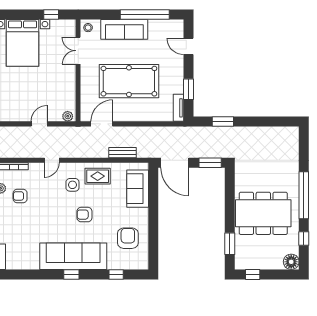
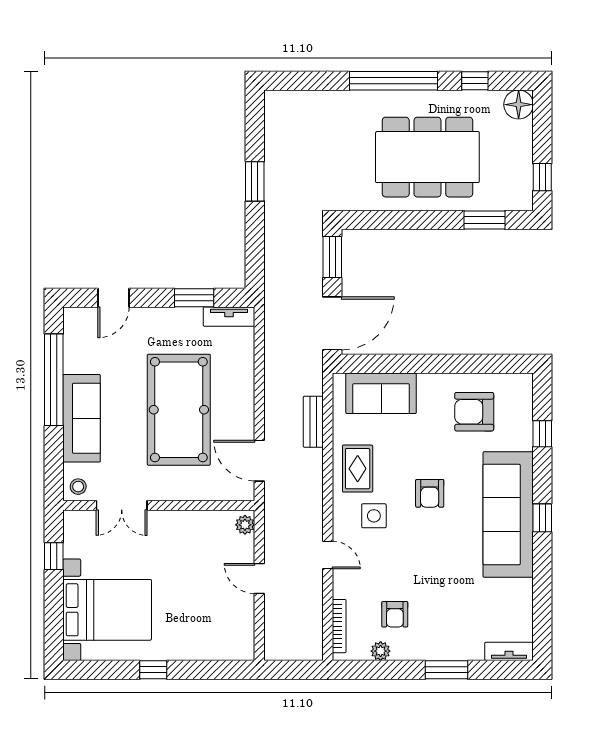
window: (223, 121) -> (255, 181), moved
dining table: (263, 213) -> (427, 157), turned 90

